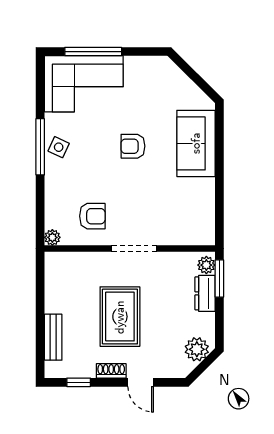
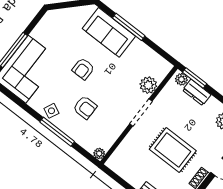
window: (40, 147) -> (57, 132), moved
window: (219, 161) -> (129, 27), added
armchair: (92, 216) -> (85, 108), moved, turned 90
plant: (171, 233) -> (148, 85), added

